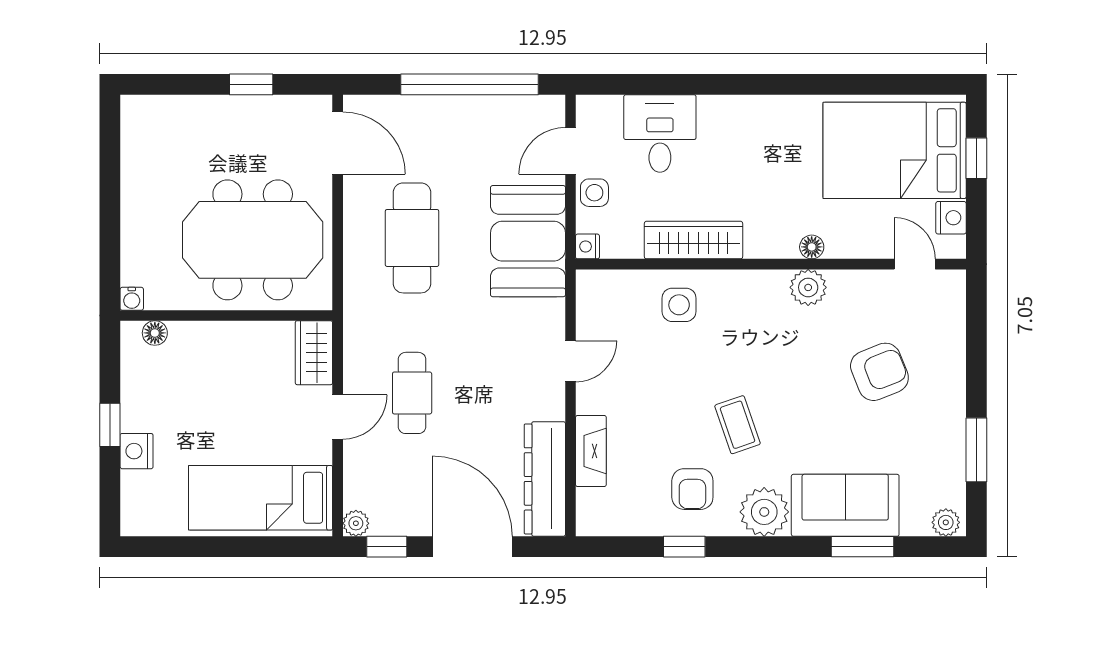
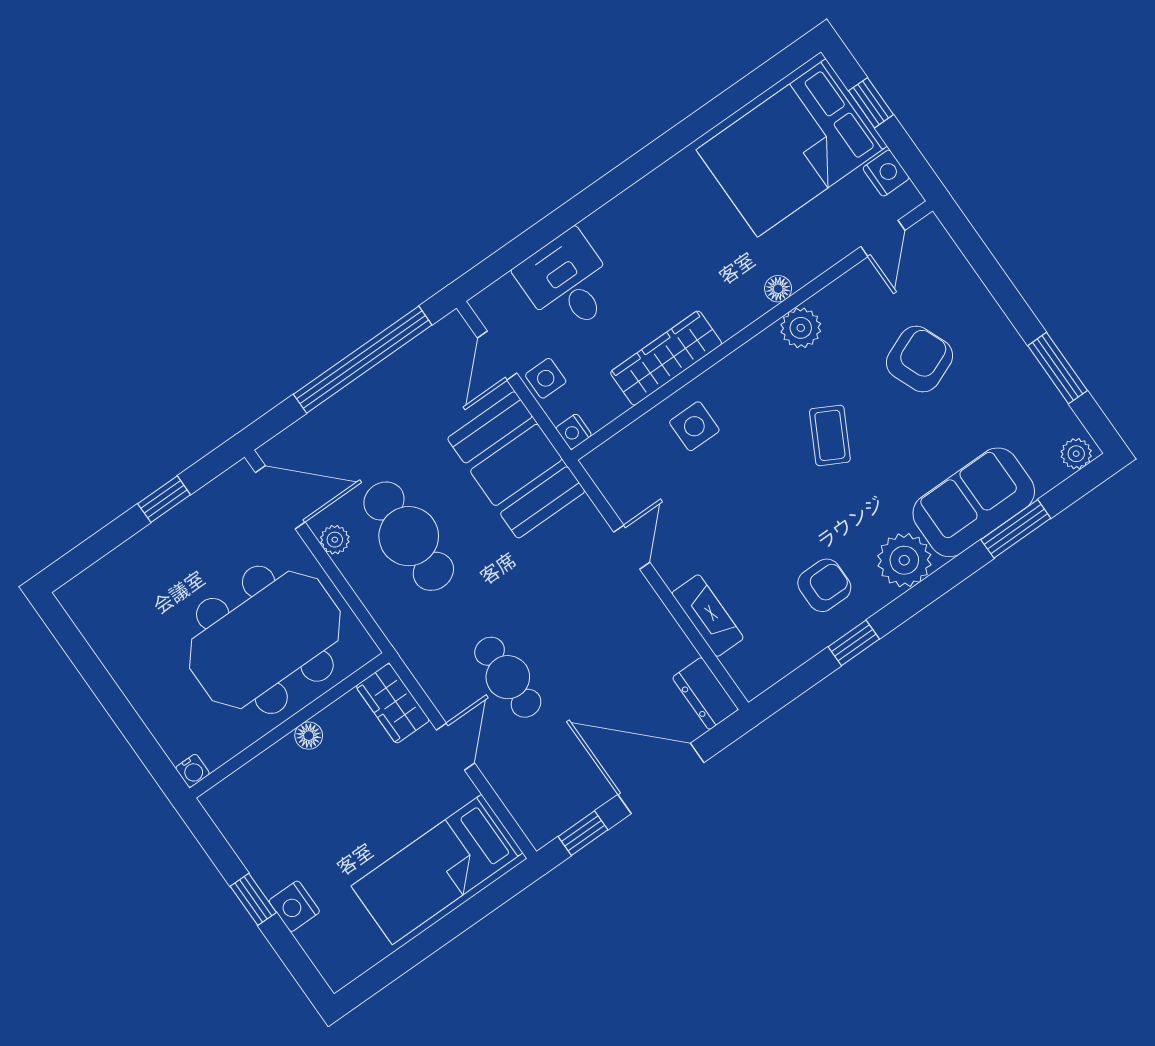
door: (915, 264) -> (883, 238), swing flipped
floor lamp: (155, 333) -> (309, 736), moved
coffee table: (737, 425) -> (830, 435), moved, turned 47
dresser: (545, 479) -> (705, 694), width x0.51, depth x0.80
armchair: (692, 489) -> (824, 585), turned -90
plant: (356, 523) -> (335, 540), moved

